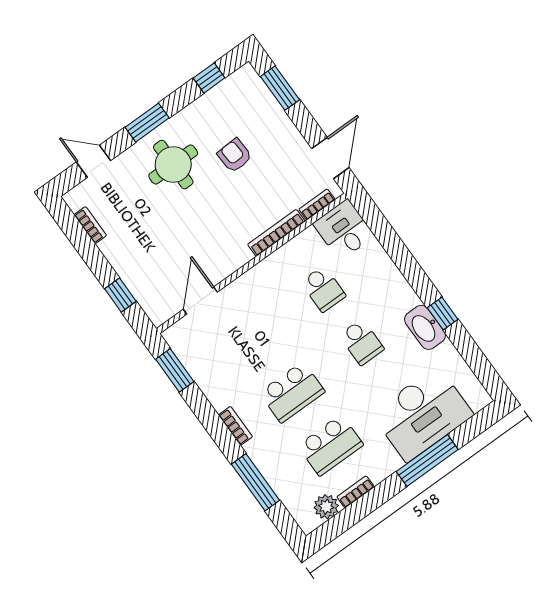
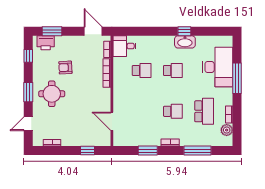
printer: (253, 91) -> (46, 43), added
window: (175, 370) -> (148, 151), moved
school desk: (292, 392) -> (173, 111), width x0.54

